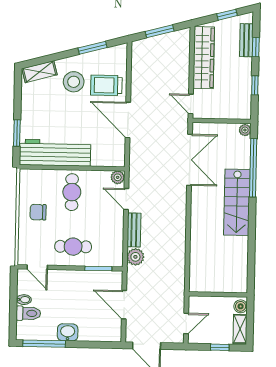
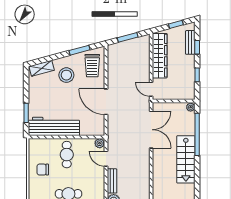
trolley: (106, 85) -> (92, 66), moved, turned -90

